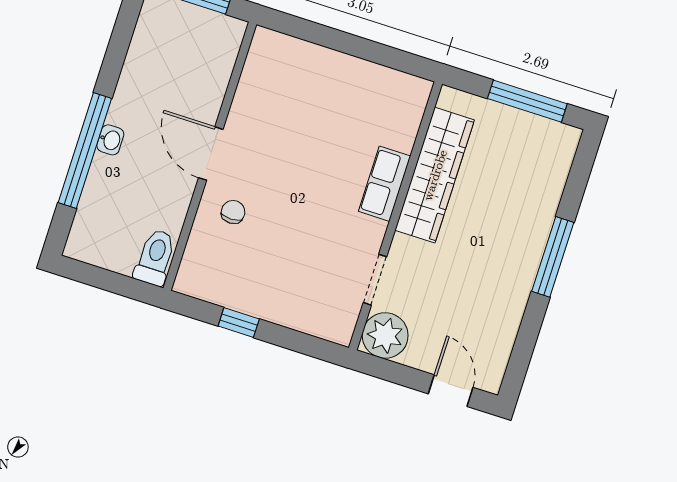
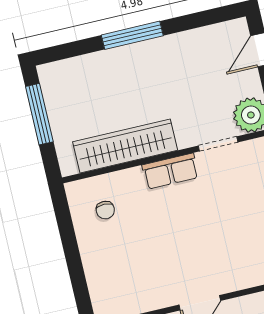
row of seats: (384, 184) -> (170, 171), moved
chair: (233, 212) -> (105, 210), moved, turned -90

